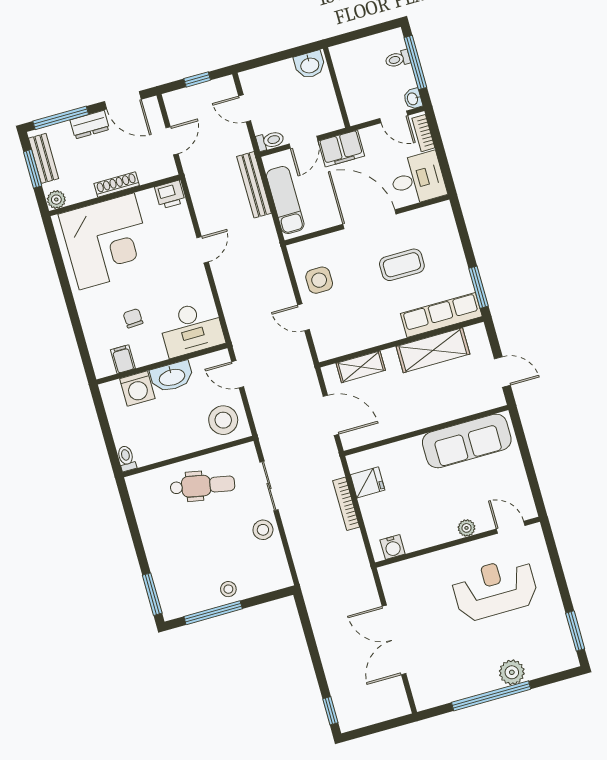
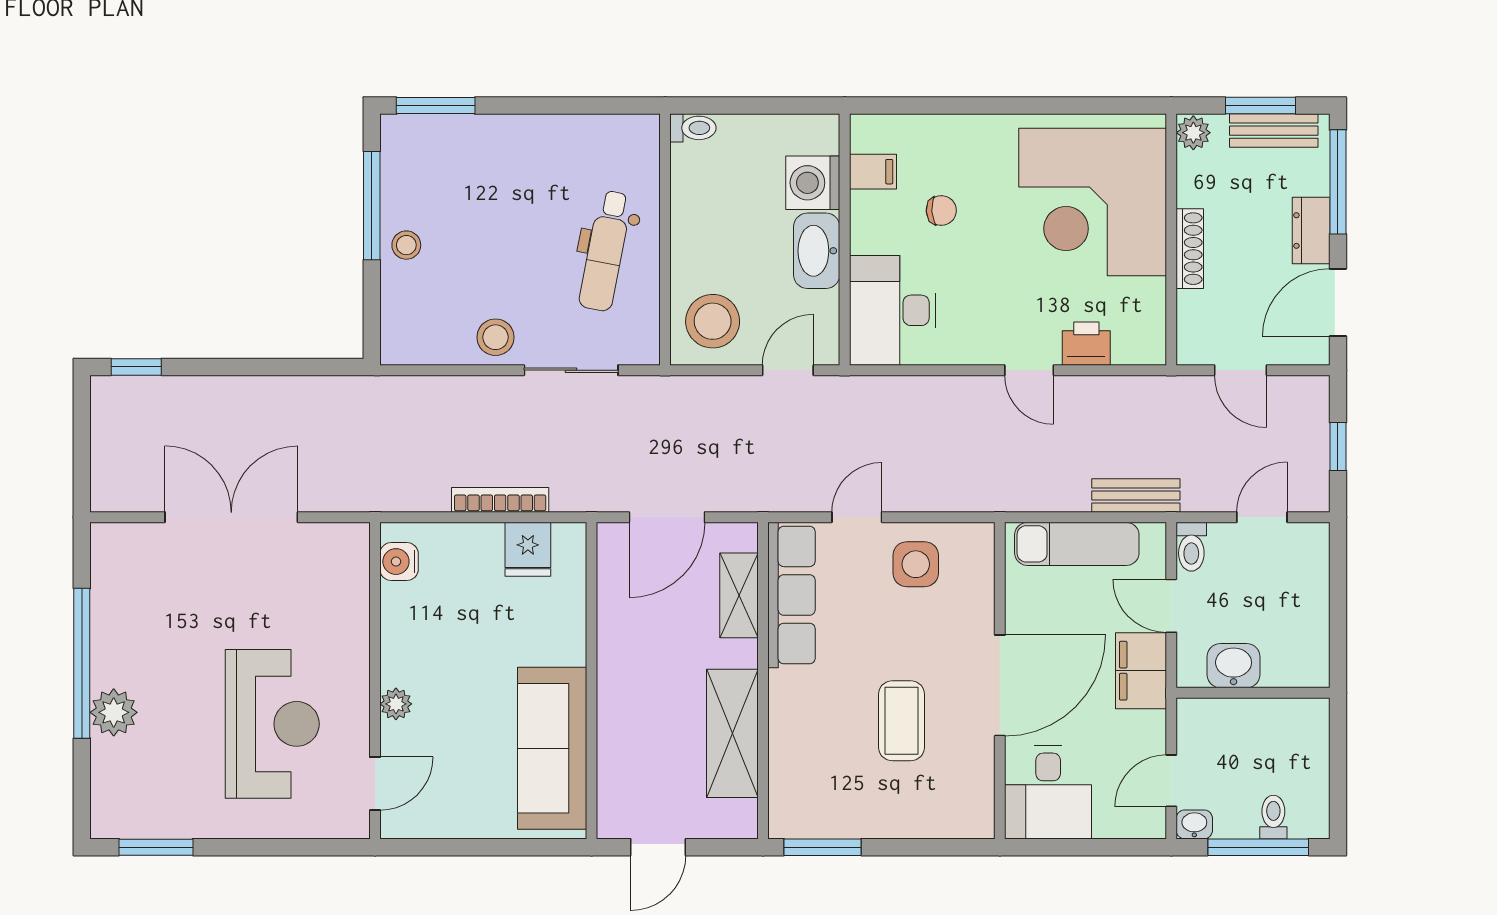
washbasin: (310, 65) -> (1234, 666), moved, turned 90
bookcase: (423, 133) -> (1127, 826), removed
bench: (254, 185) -> (1136, 496), width x0.73
printer: (170, 195) -> (1086, 344), moved, turned 90
row of seats: (441, 315) -> (791, 595), moved

